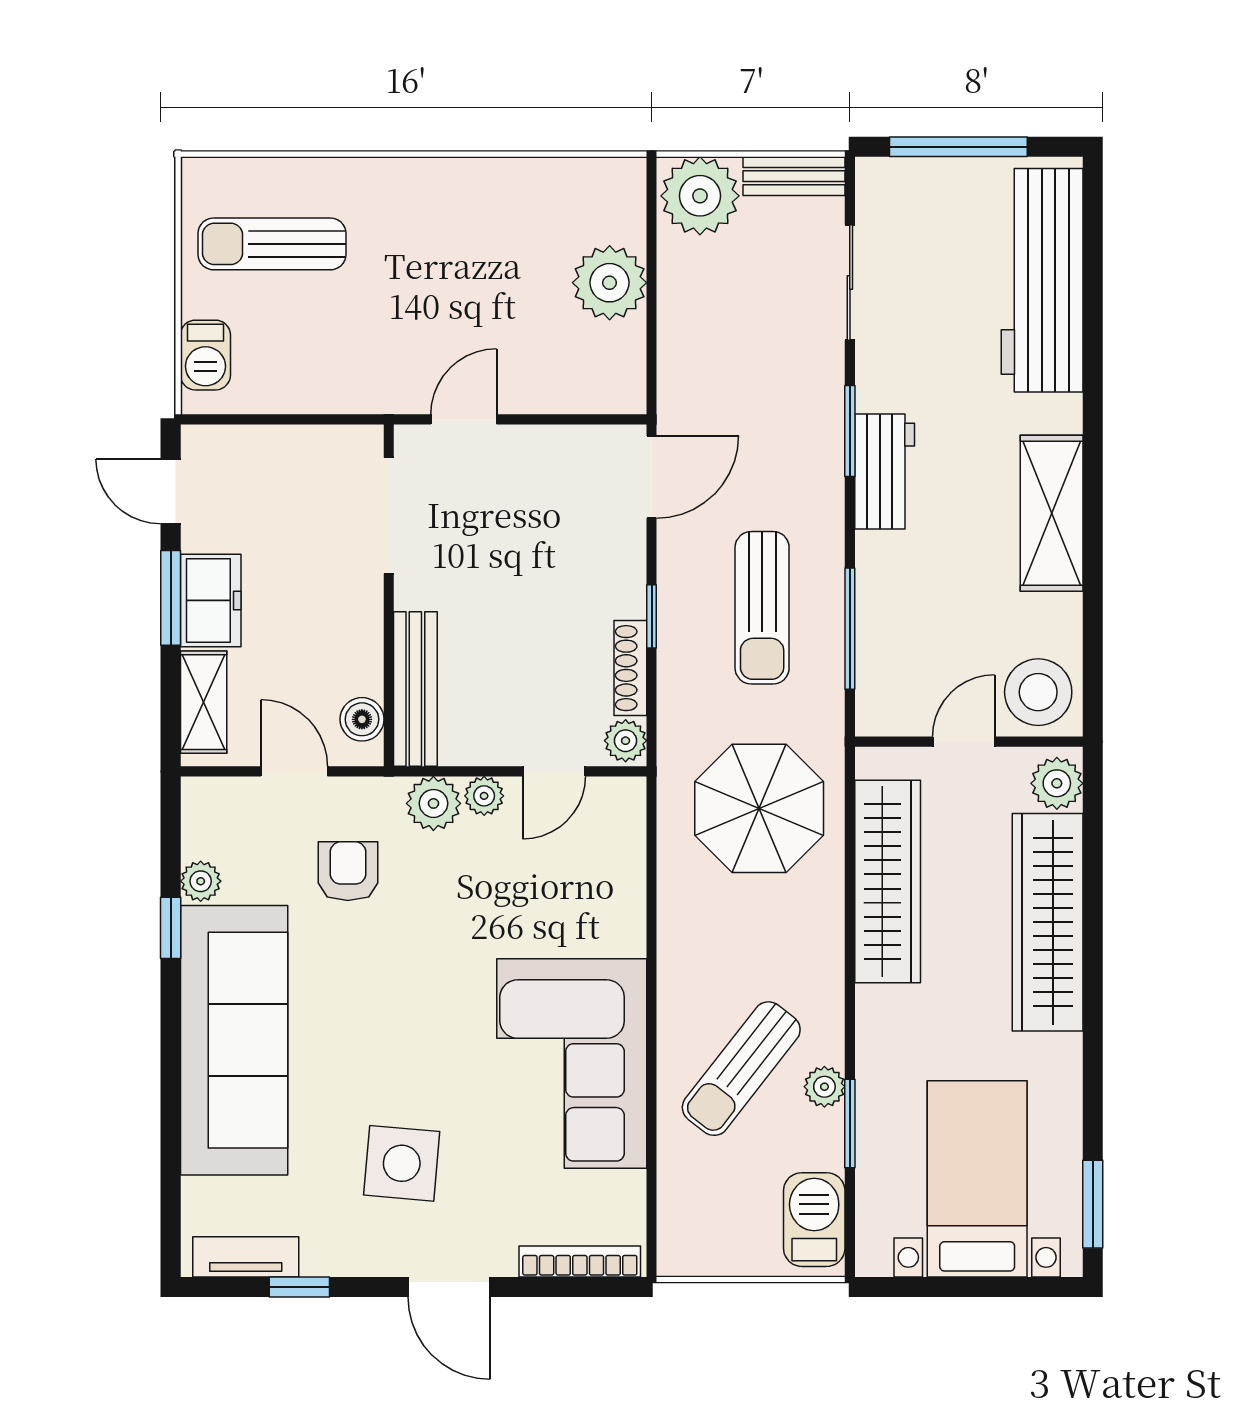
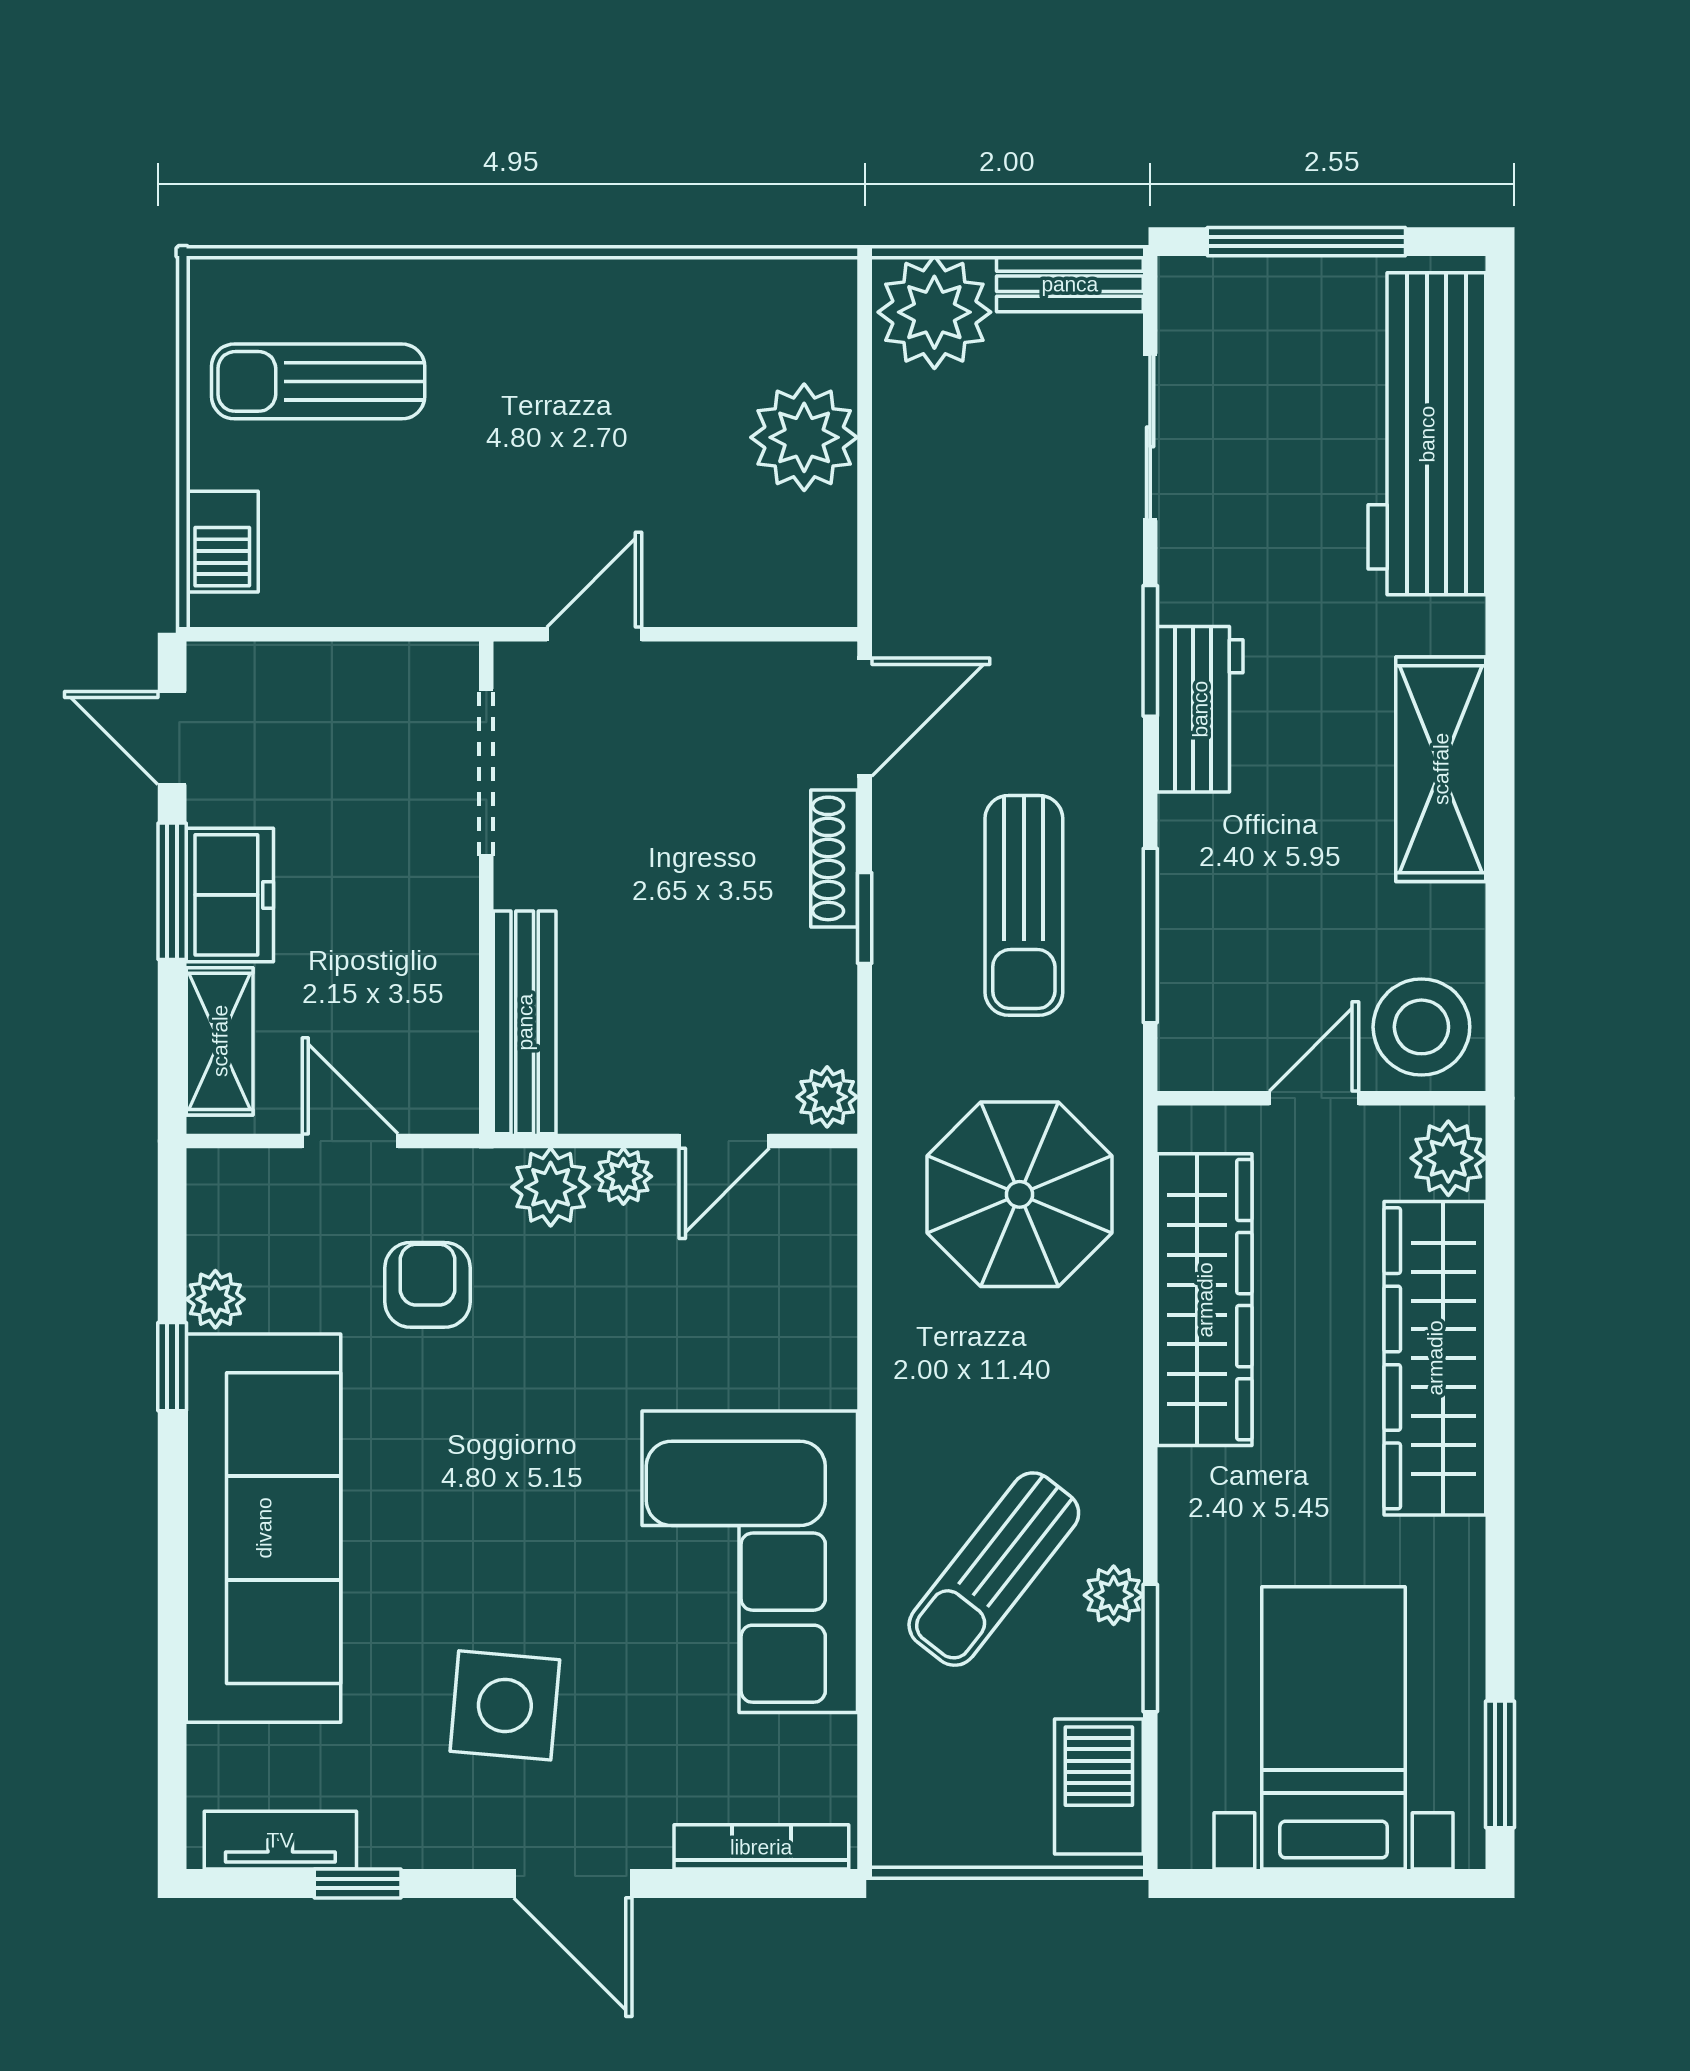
shoe rack: (630, 668) -> (834, 858), moved
boiler: (362, 719) -> (448, 1066), removed

